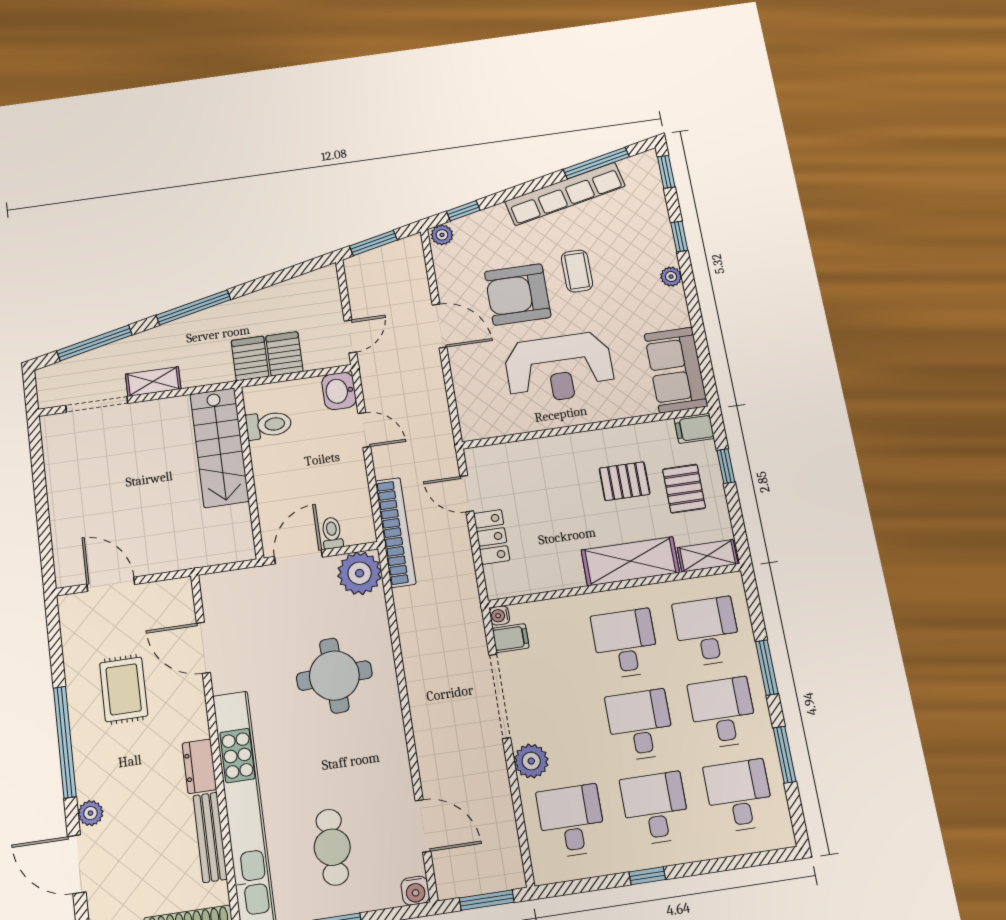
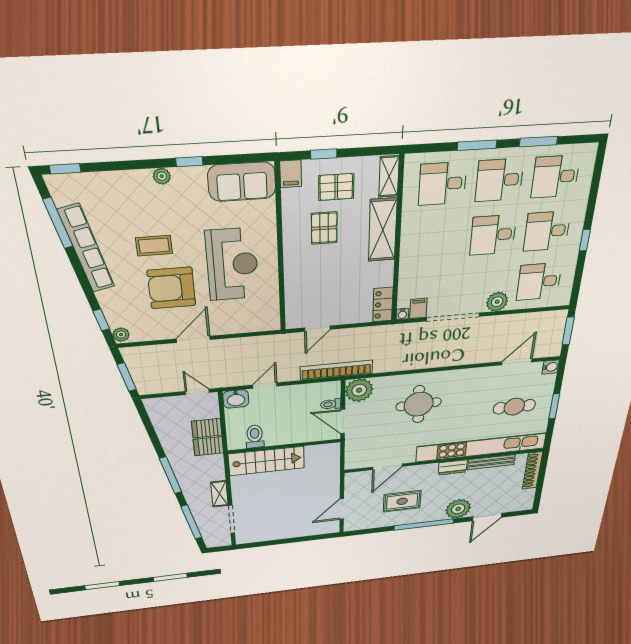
window: (679, 236) -> (189, 162), moved
armchair: (518, 294) -> (172, 288), turned 90
locker: (492, 537) -> (383, 305), moved, turned -90
desk: (625, 644) -> (438, 239), removed
plant: (90, 813) -> (458, 509), width x1.88, depth x1.88

